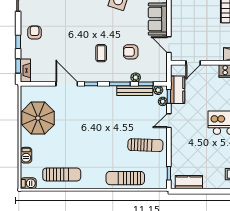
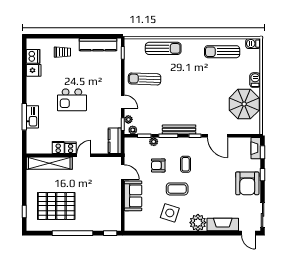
coffee table: (110, 26) -> (177, 189), added
armchair: (35, 33) -> (247, 183), width x1.88, depth x1.88
armchair: (131, 52) -> (158, 165), turned 180
door: (193, 63) -> (84, 155), moved
kitchen counter: (178, 90) -> (115, 141), moved
bench: (135, 91) -> (179, 129), moved
door: (169, 121) -> (123, 102), hinge flipped
barbecue: (26, 155) -> (255, 80), moved
kitchen counter: (189, 182) -> (98, 45), width x1.50

